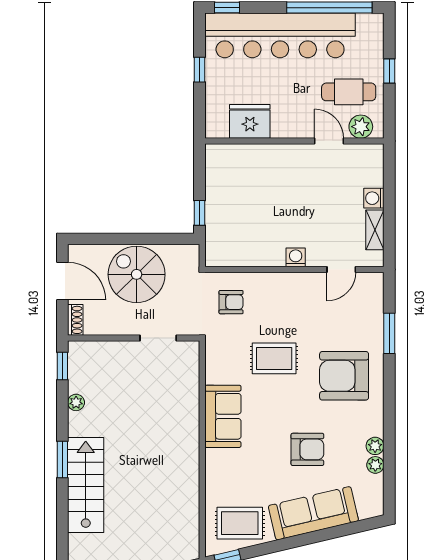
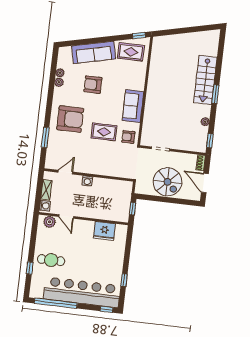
fridge: (250, 121) -> (104, 231), moved
plant: (361, 127) -> (50, 222), moved
wall: (294, 141) -> (83, 219), moved
door: (329, 141) -> (66, 217), moved
armchair: (231, 302) -> (128, 137), moved

